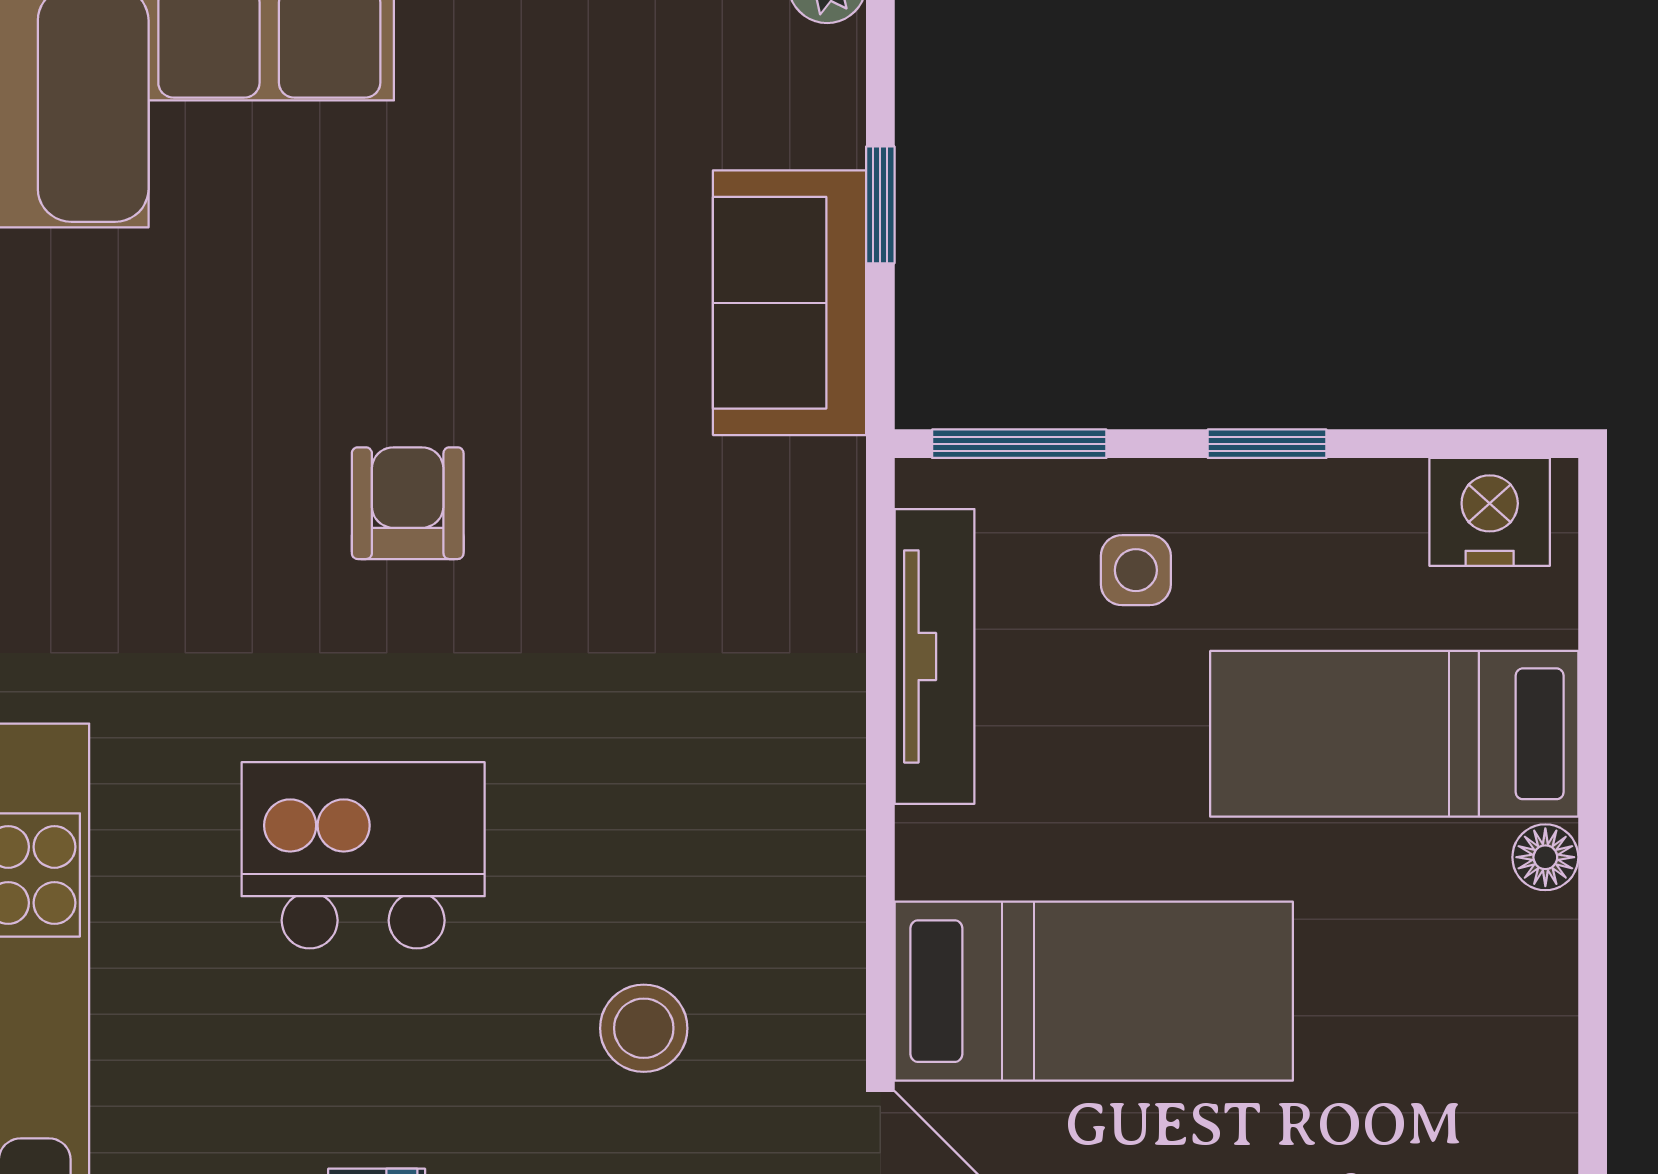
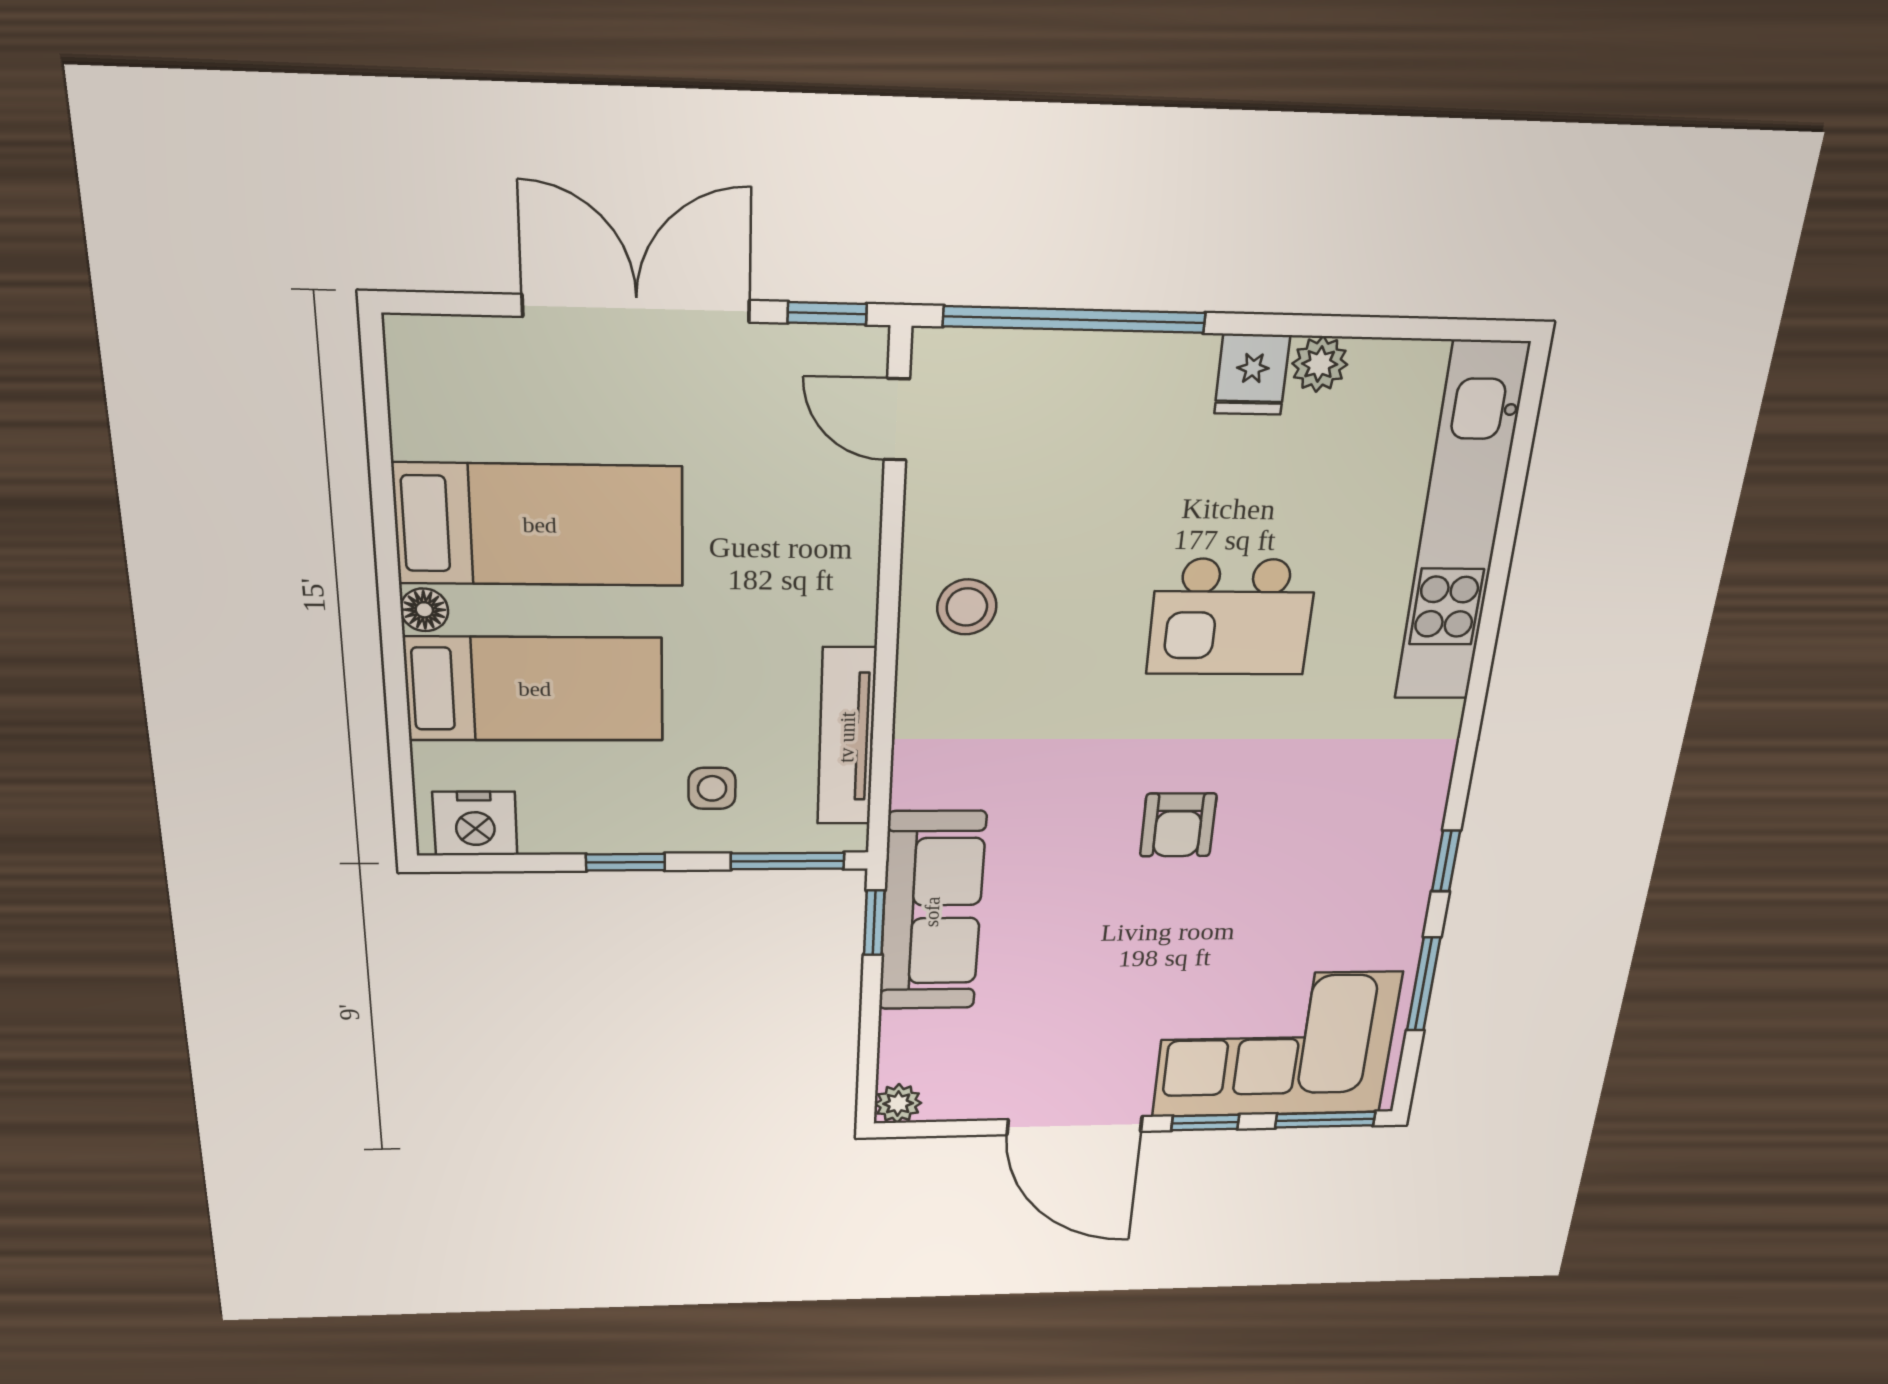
window: (880, 205) -> (874, 923), moved
sofa: (790, 303) -> (932, 912), width x1.36
bed: (1094, 991) -> (540, 525), moved, turned 180
stool: (644, 1028) -> (967, 607), moved

